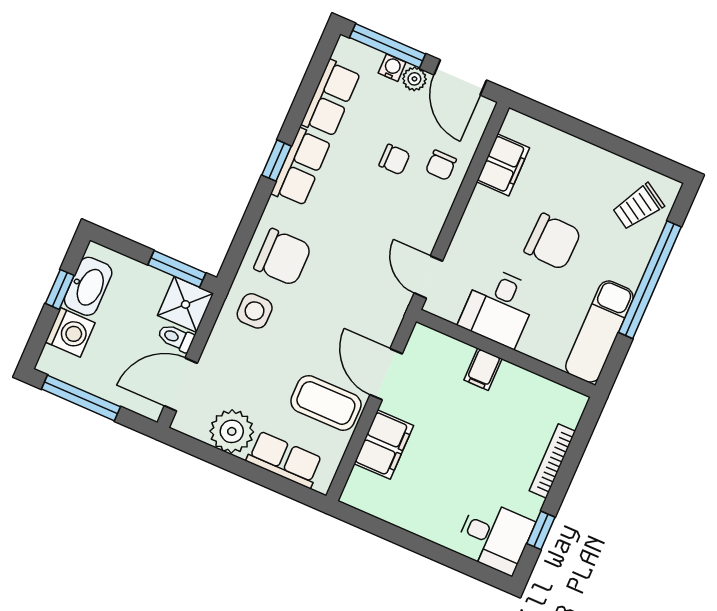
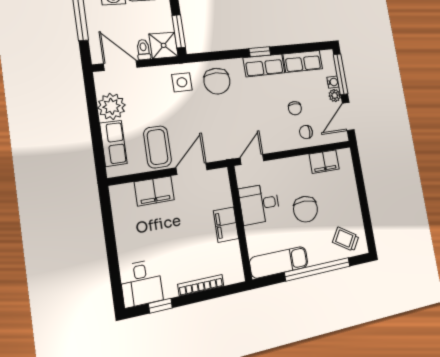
filing cabinet: (483, 369) -> (226, 225), width x2.00

